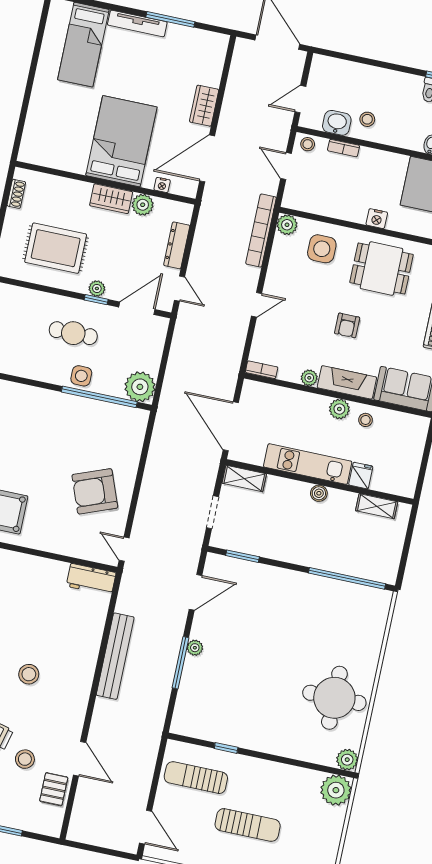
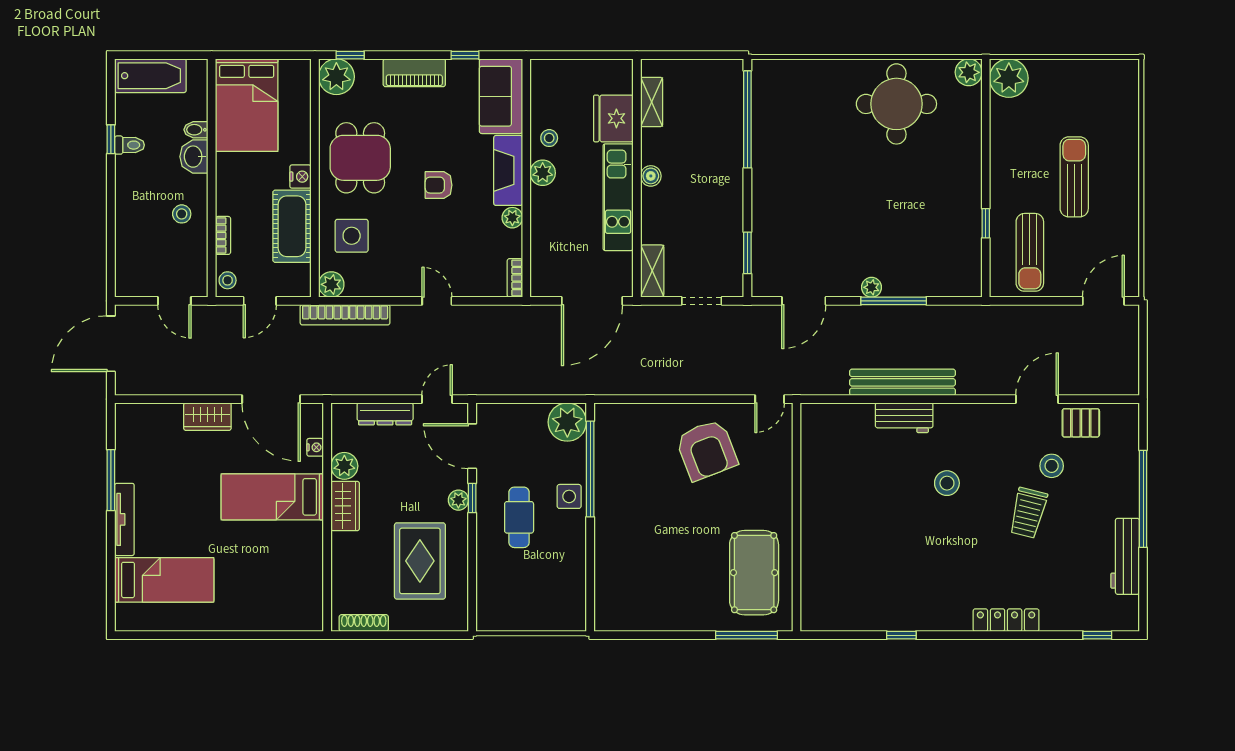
washbasin: (337, 123) -> (194, 157), moved
bed: (121, 141) -> (272, 497), width x0.67
shoe rack: (16, 194) -> (364, 623), width x1.43
cot: (339, 204) -> (292, 226), added
armchair: (347, 325) -> (439, 185), turned 180
fridge: (361, 476) -> (613, 118), width x1.88, depth x1.34
workbench: (91, 579) -> (904, 418), moved, turned 90
door: (195, 592) -> (804, 301), swing flipped

